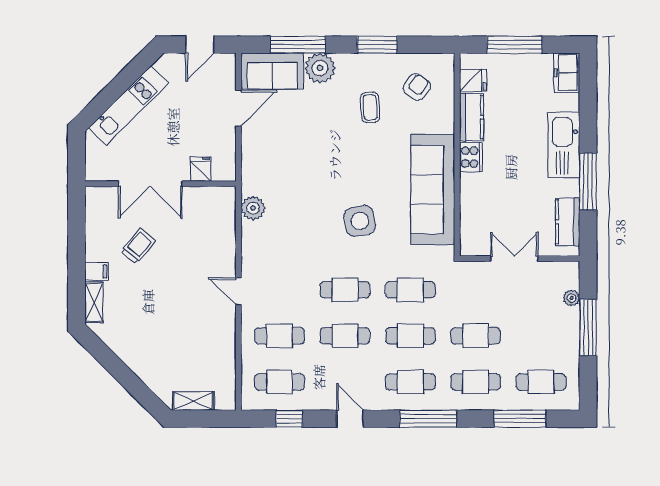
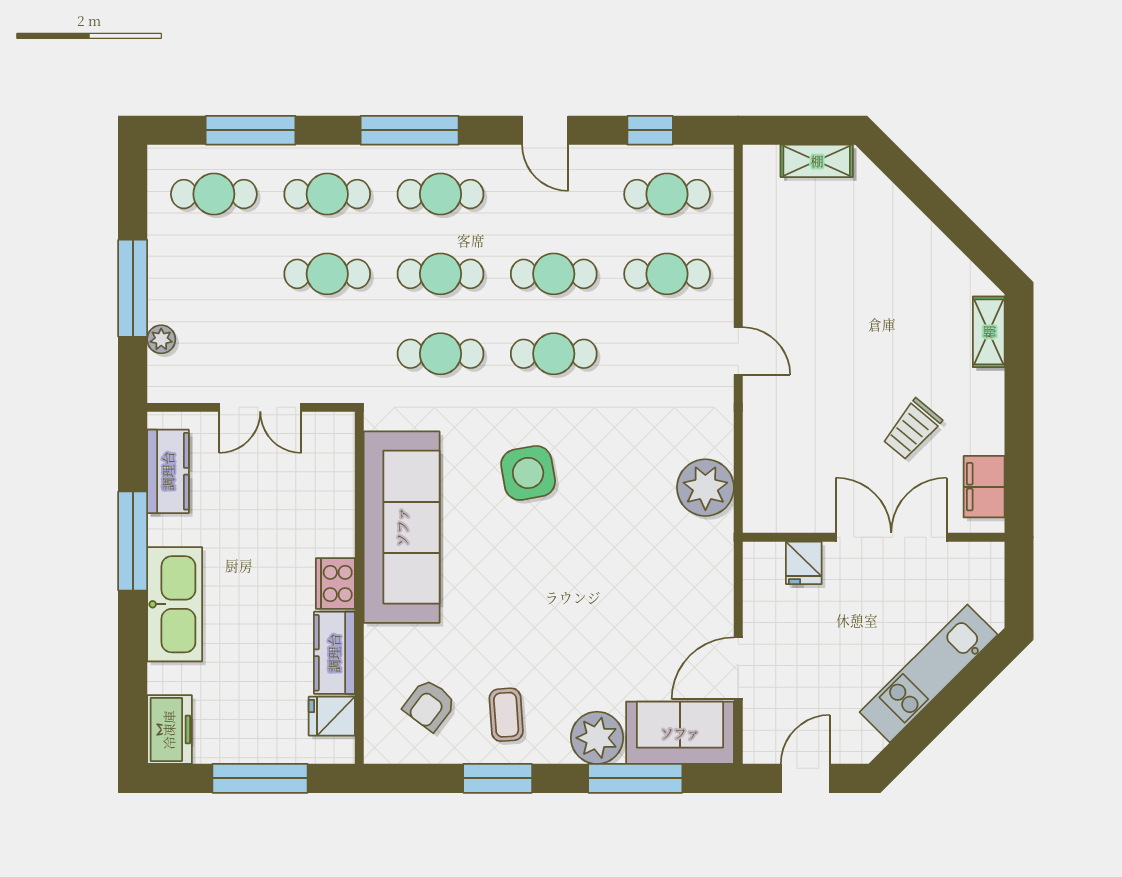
coffee table: (370, 107) -> (506, 715), moved
plant: (253, 208) -> (705, 488), width x1.36, depth x1.36
filing cabinet: (97, 271) -> (984, 487), moved, width x2.00

